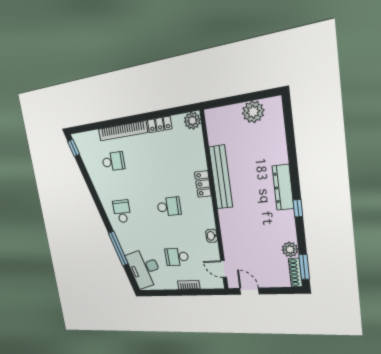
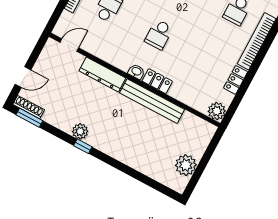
dresser: (283, 187) -> (102, 74), moved, turned 180
washbasin: (212, 236) -> (136, 72), moved
plant: (290, 250) -> (80, 131), moved
door: (249, 291) -> (23, 77), moved

